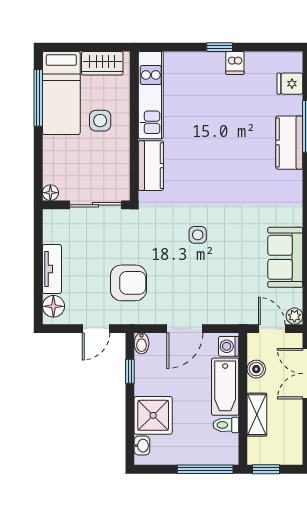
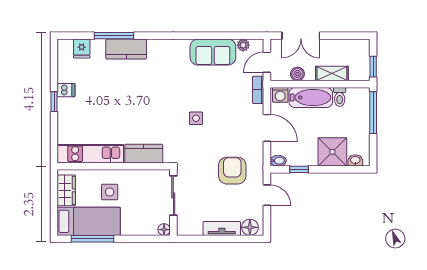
plant: (294, 316) -> (243, 45), moved
bookcase: (235, 317) -> (258, 90), added

